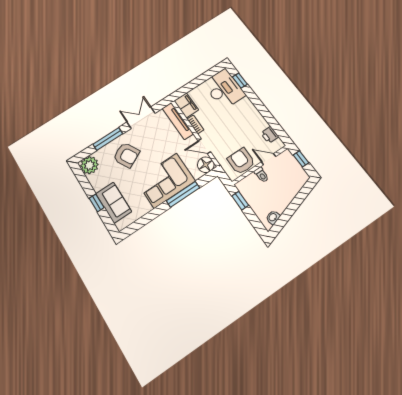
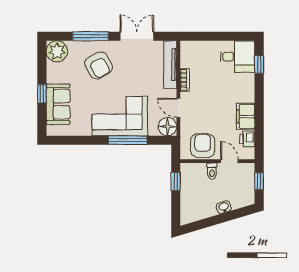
desk: (224, 89) -> (237, 57), width x0.73
filing cabinet: (186, 105) -> (246, 116), moved, turned 180
washbasin: (273, 217) -> (224, 207), moved

